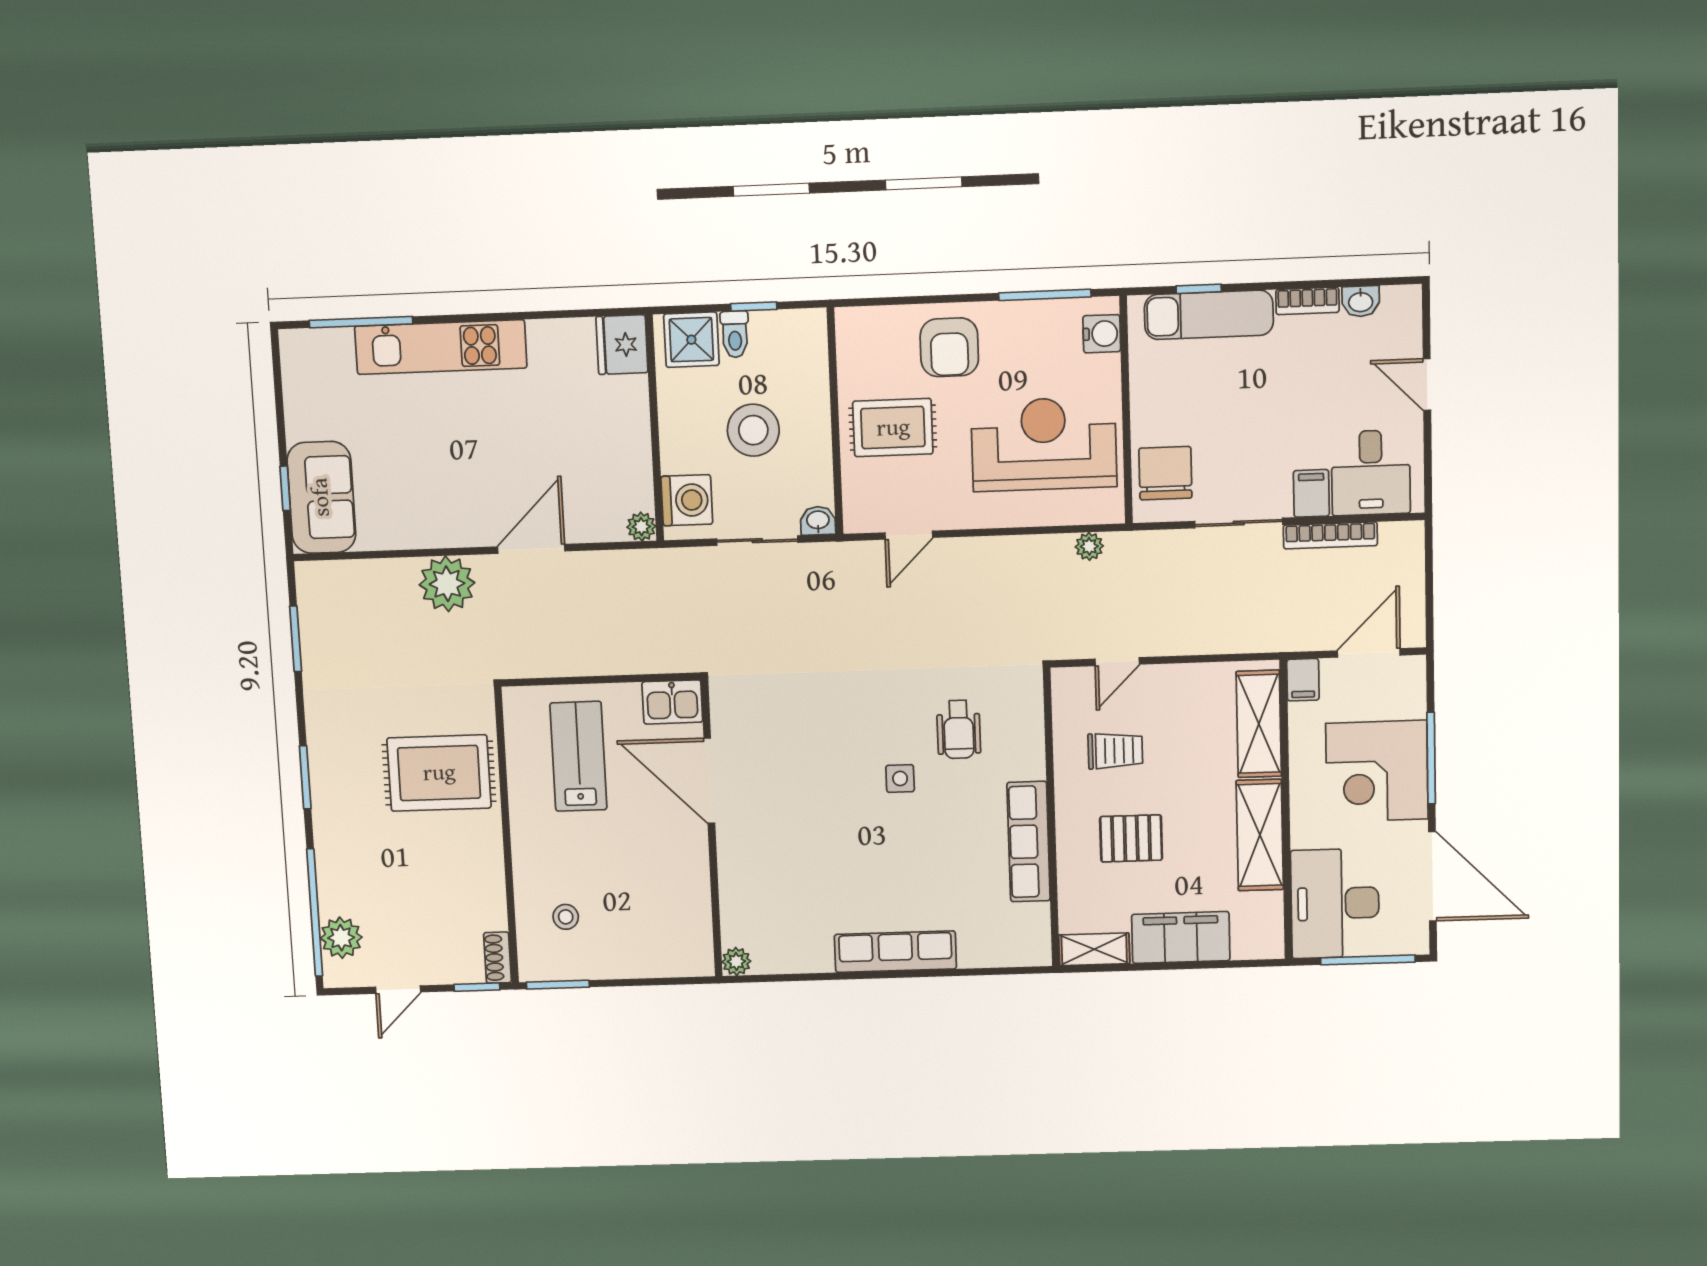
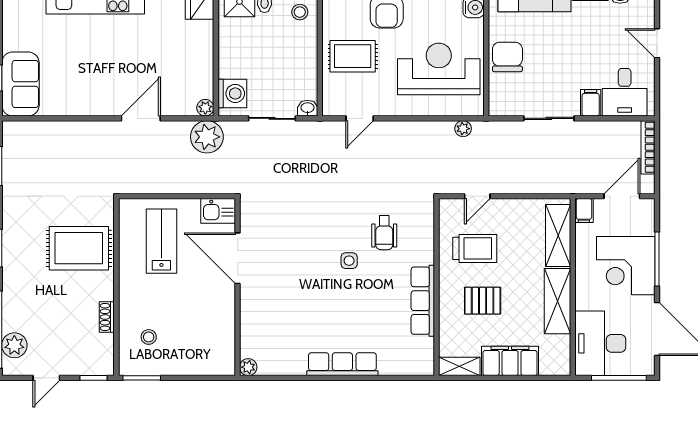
stool: (753, 430) -> (300, 12), moved, width x0.53, depth x0.53
chair: (1165, 473) -> (507, 57), moved
bookcase: (1330, 535) -> (648, 147), moved, turned 90
plant: (447, 584) -> (207, 137), moved
trolley: (1115, 751) -> (475, 248), width x1.36, depth x1.39
shoe rack: (497, 958) -> (107, 317), moved

